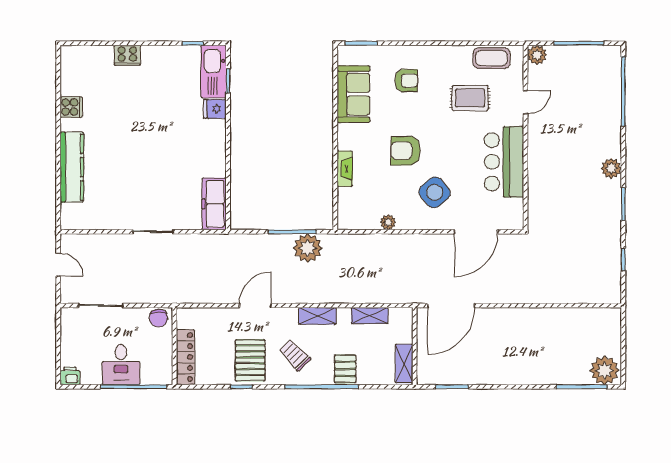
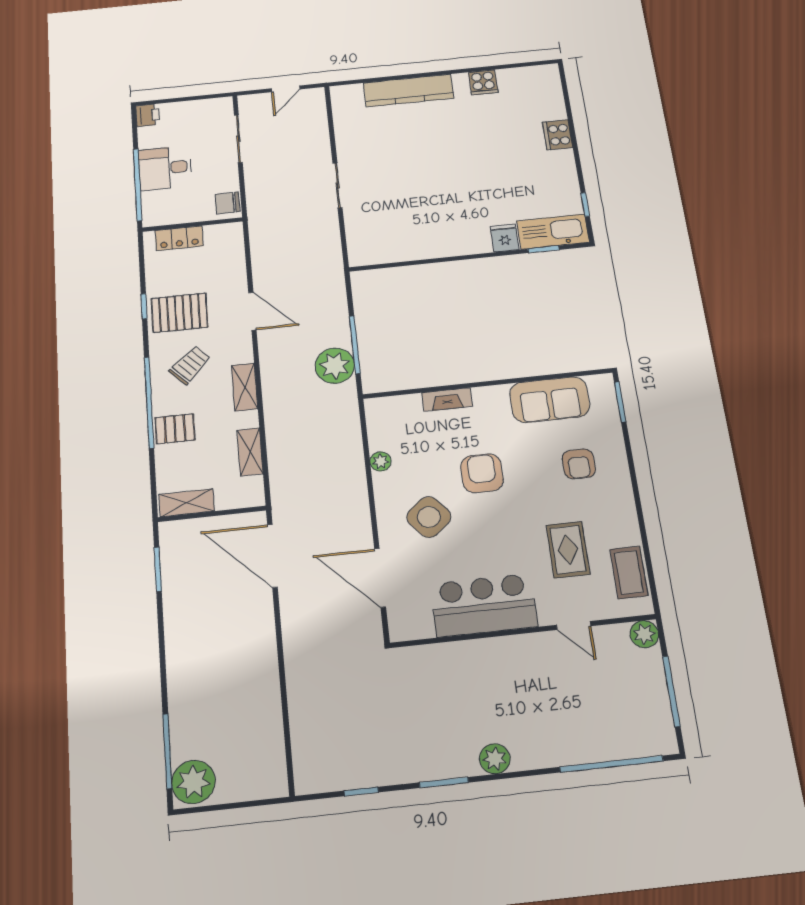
freezer: (214, 204) -> (381, 250), removed
locker: (185, 357) -> (179, 238), width x0.66

